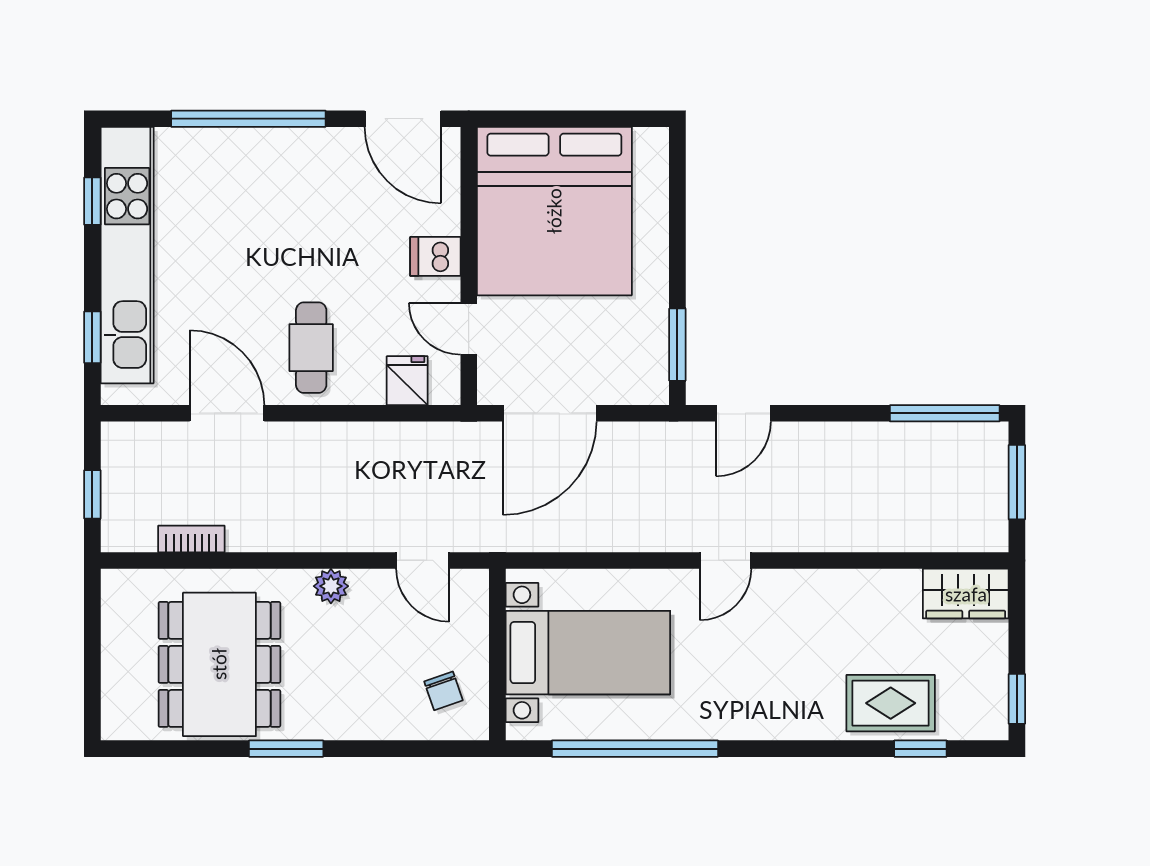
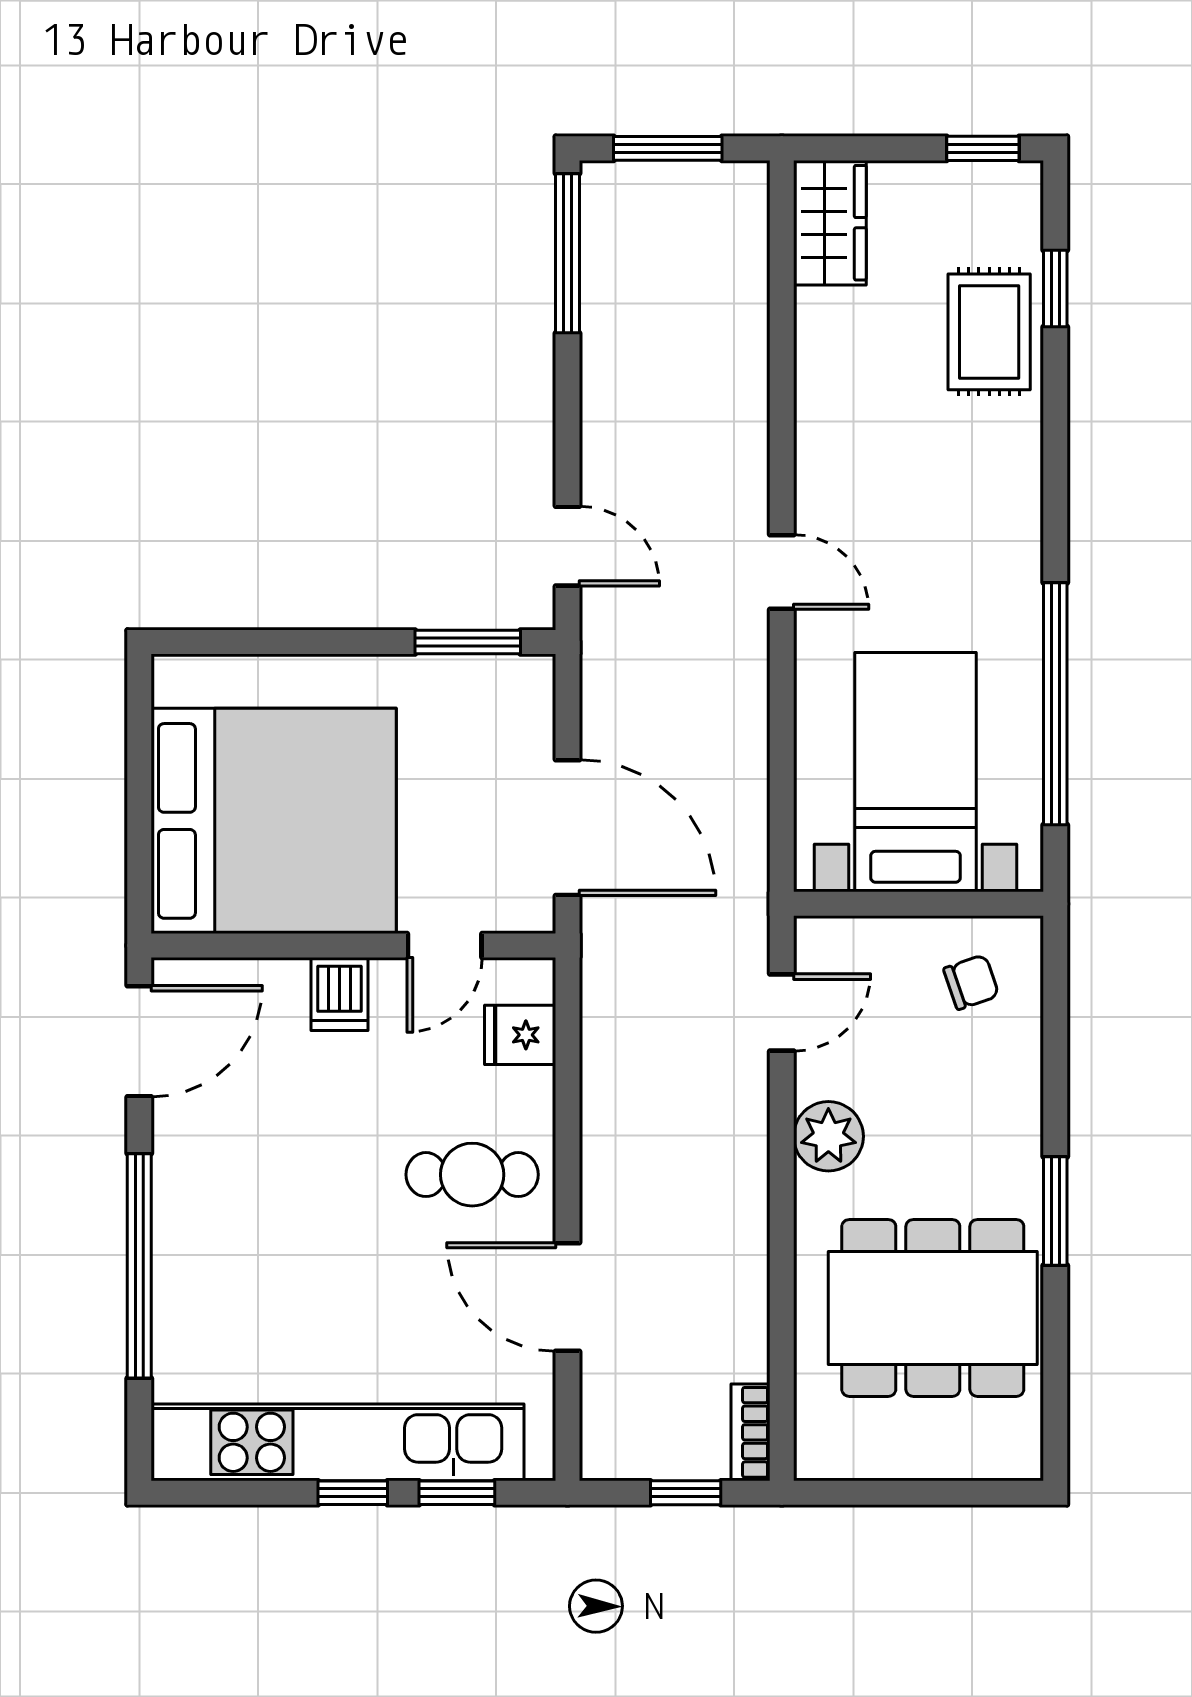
window: (92, 201) -> (353, 1493), moved
door: (227, 413) -> (568, 1297), hinge flipped
bookcase: (191, 539) -> (750, 1432), moved
plant: (331, 586) -> (828, 1136), width x1.38, depth x1.38

